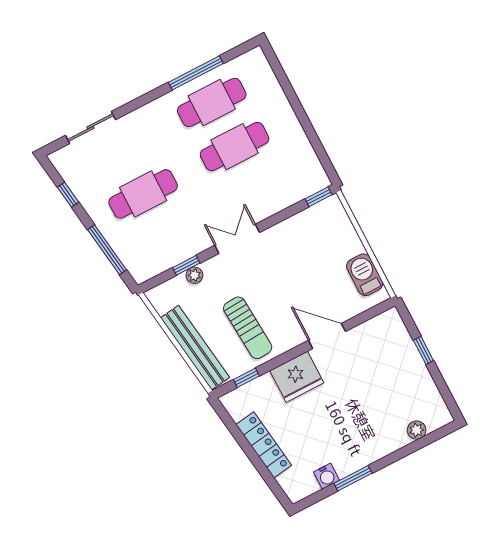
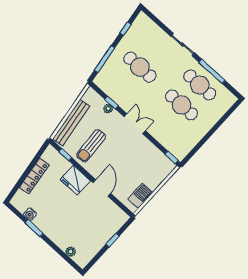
sliding door: (90, 128) -> (183, 45), moved

